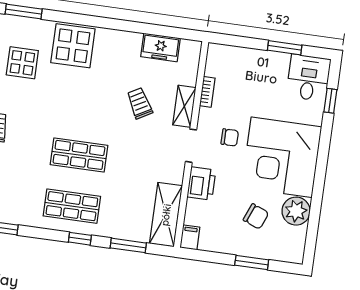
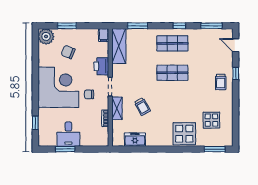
desk: (308, 78) -> (68, 134), moved
plant: (296, 211) -> (46, 36), moved
window: (80, 239) -> (179, 26), moved

